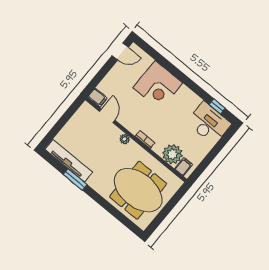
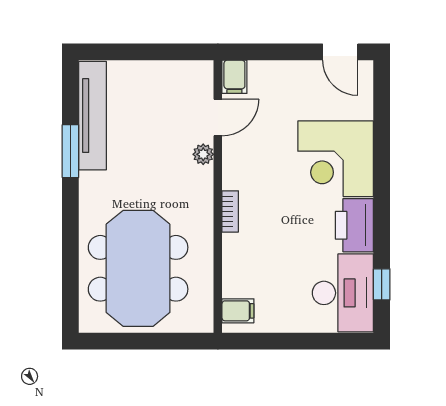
printer: (188, 99) -> (354, 225), added
plant: (125, 139) -> (203, 154), moved
plant: (172, 154) -> (243, 276), removed

